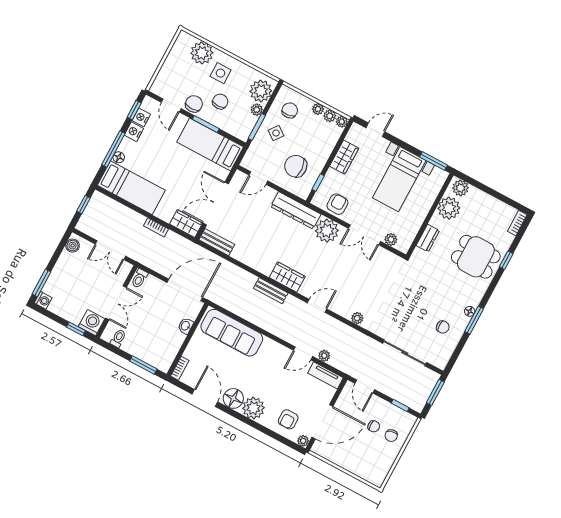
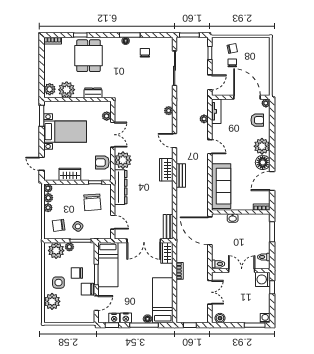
door: (303, 353) -> (210, 147), moved

